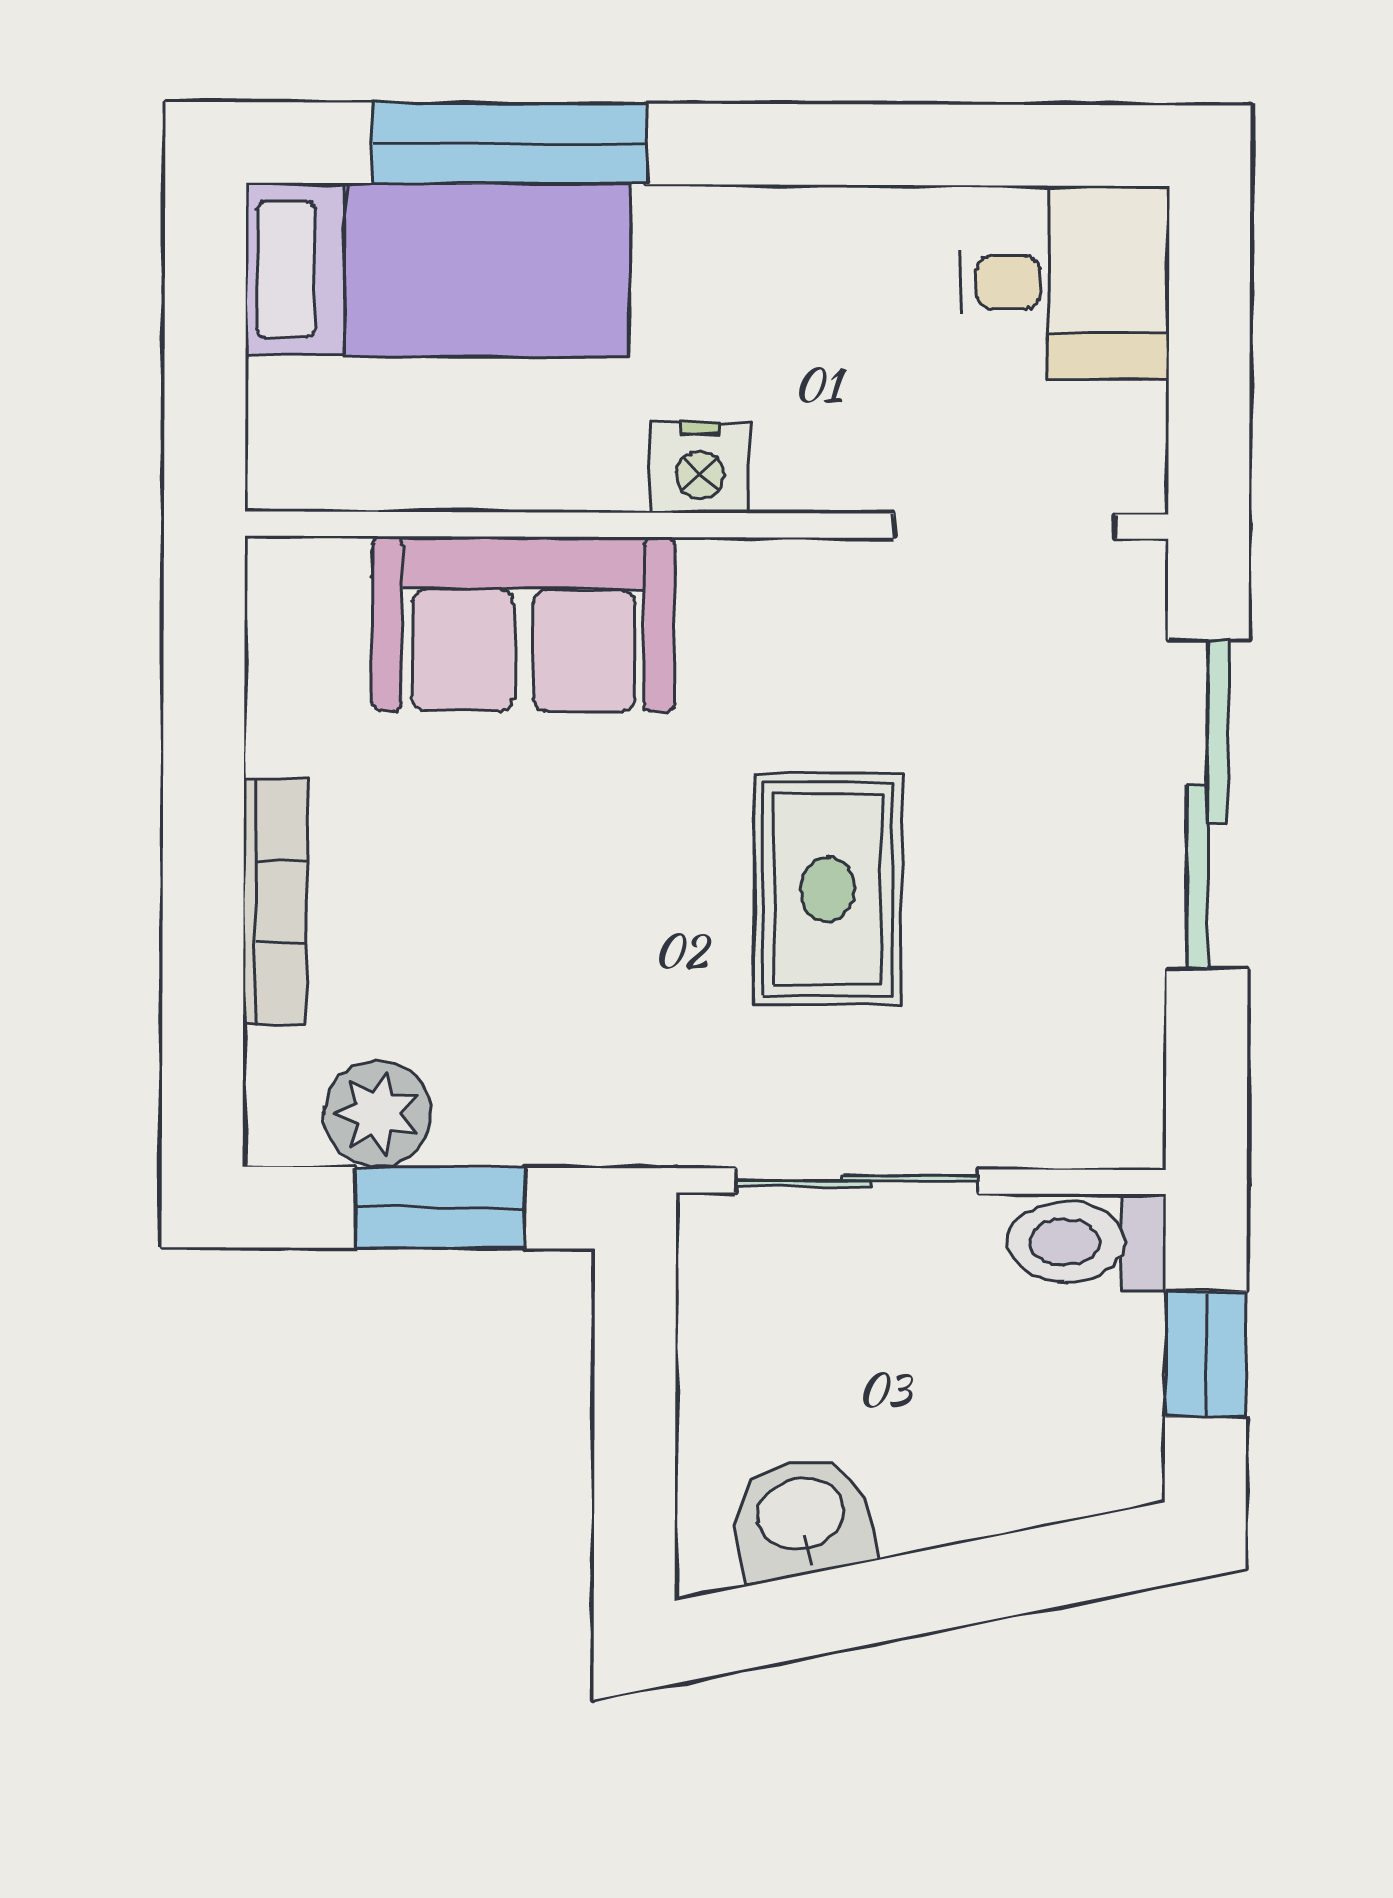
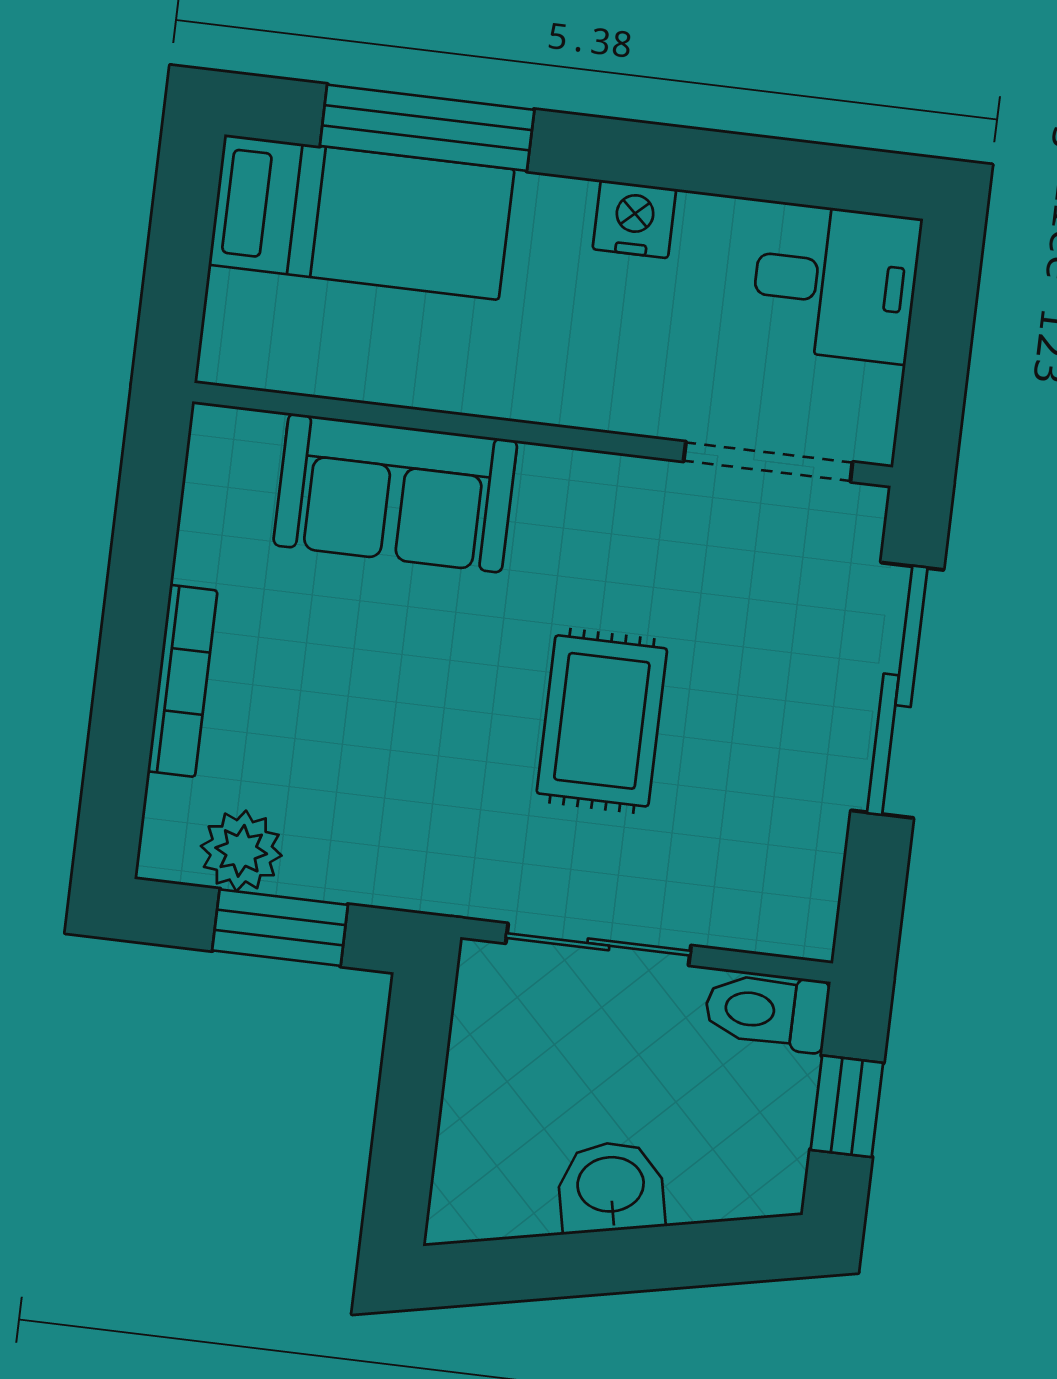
nightstand: (700, 467) -> (634, 219), moved, turned 180
washbasin: (801, 1517) -> (611, 1187), moved

